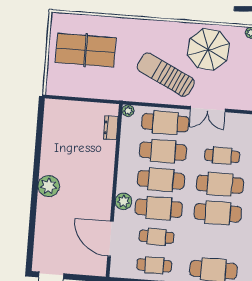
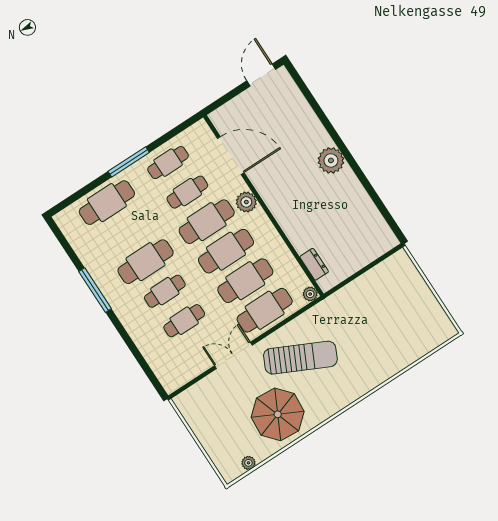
table tennis table: (86, 50) -> (397, 321), removed
cafe table: (220, 184) -> (165, 291), width x0.73, depth x0.74

